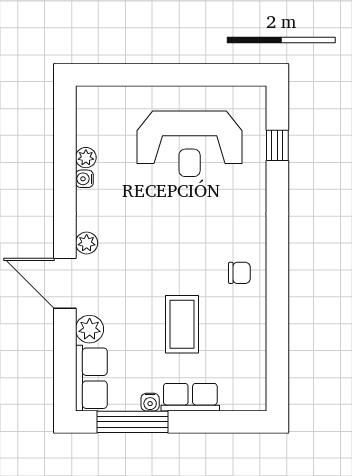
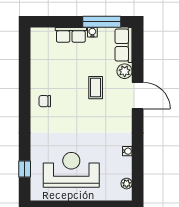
plant: (86, 158) -> (127, 184), moved
plant: (87, 243) -> (126, 117), removed
coffee table: (182, 324) -> (96, 88), moved, width x0.73, depth x0.77

